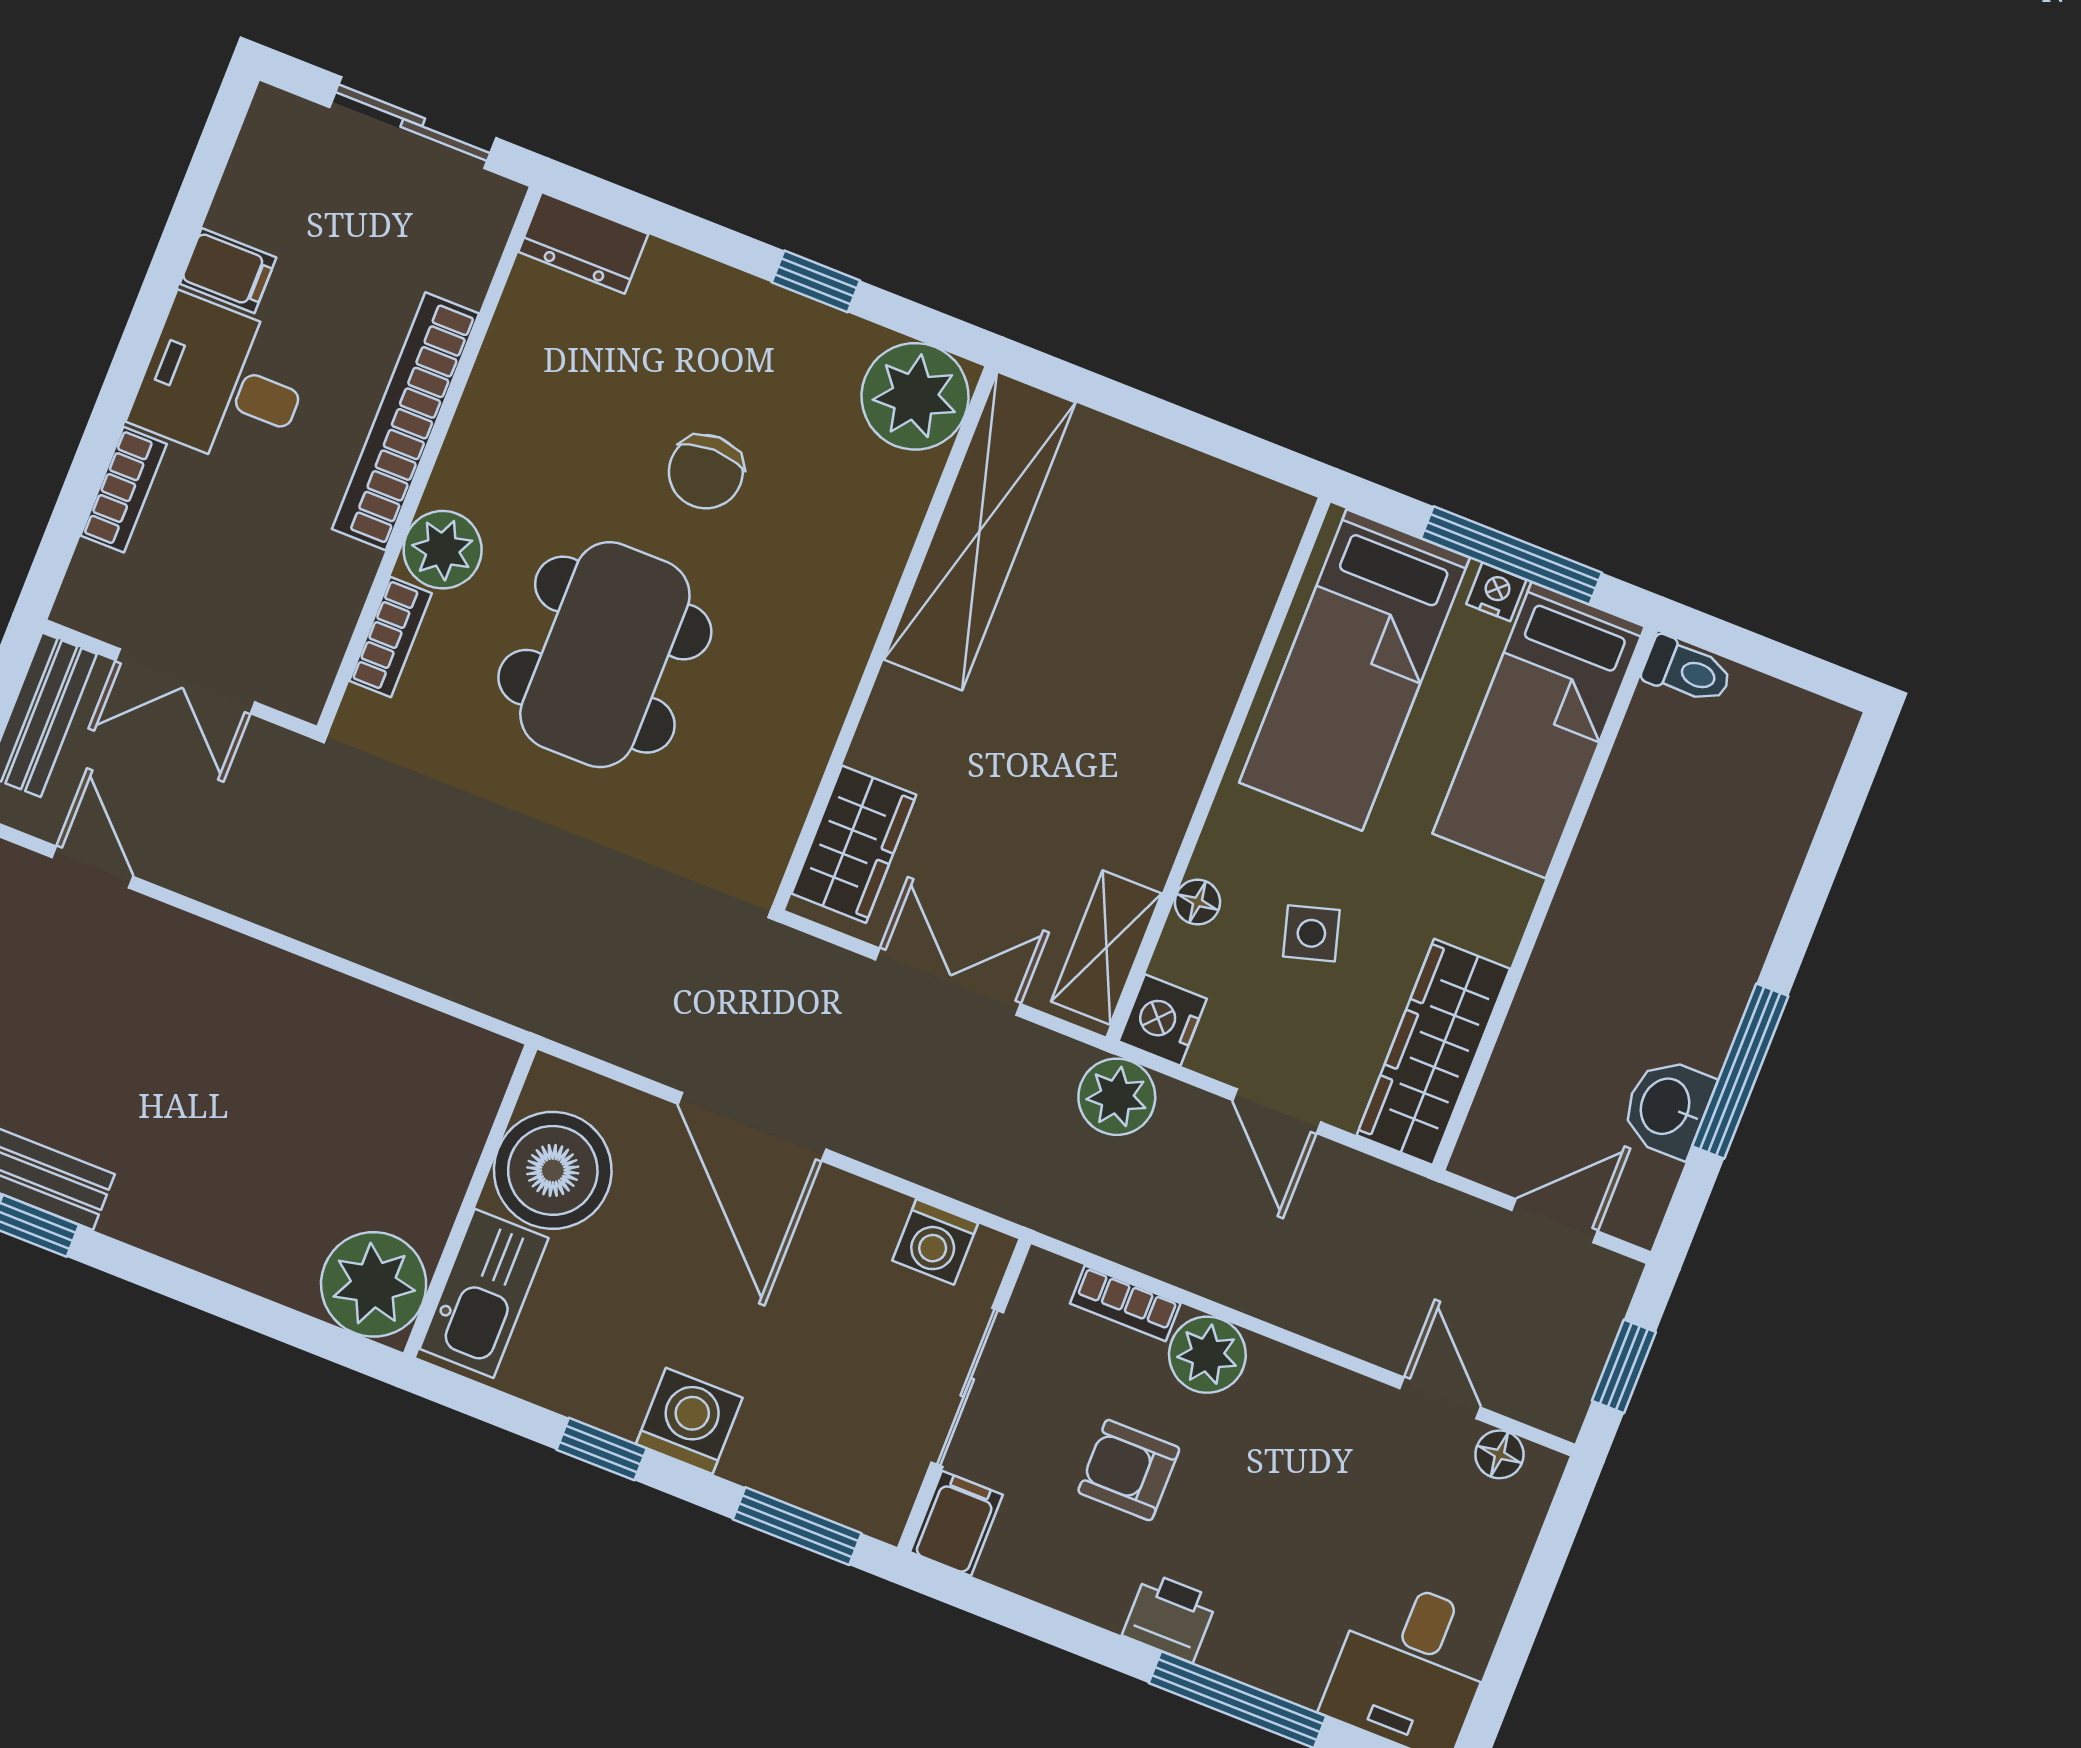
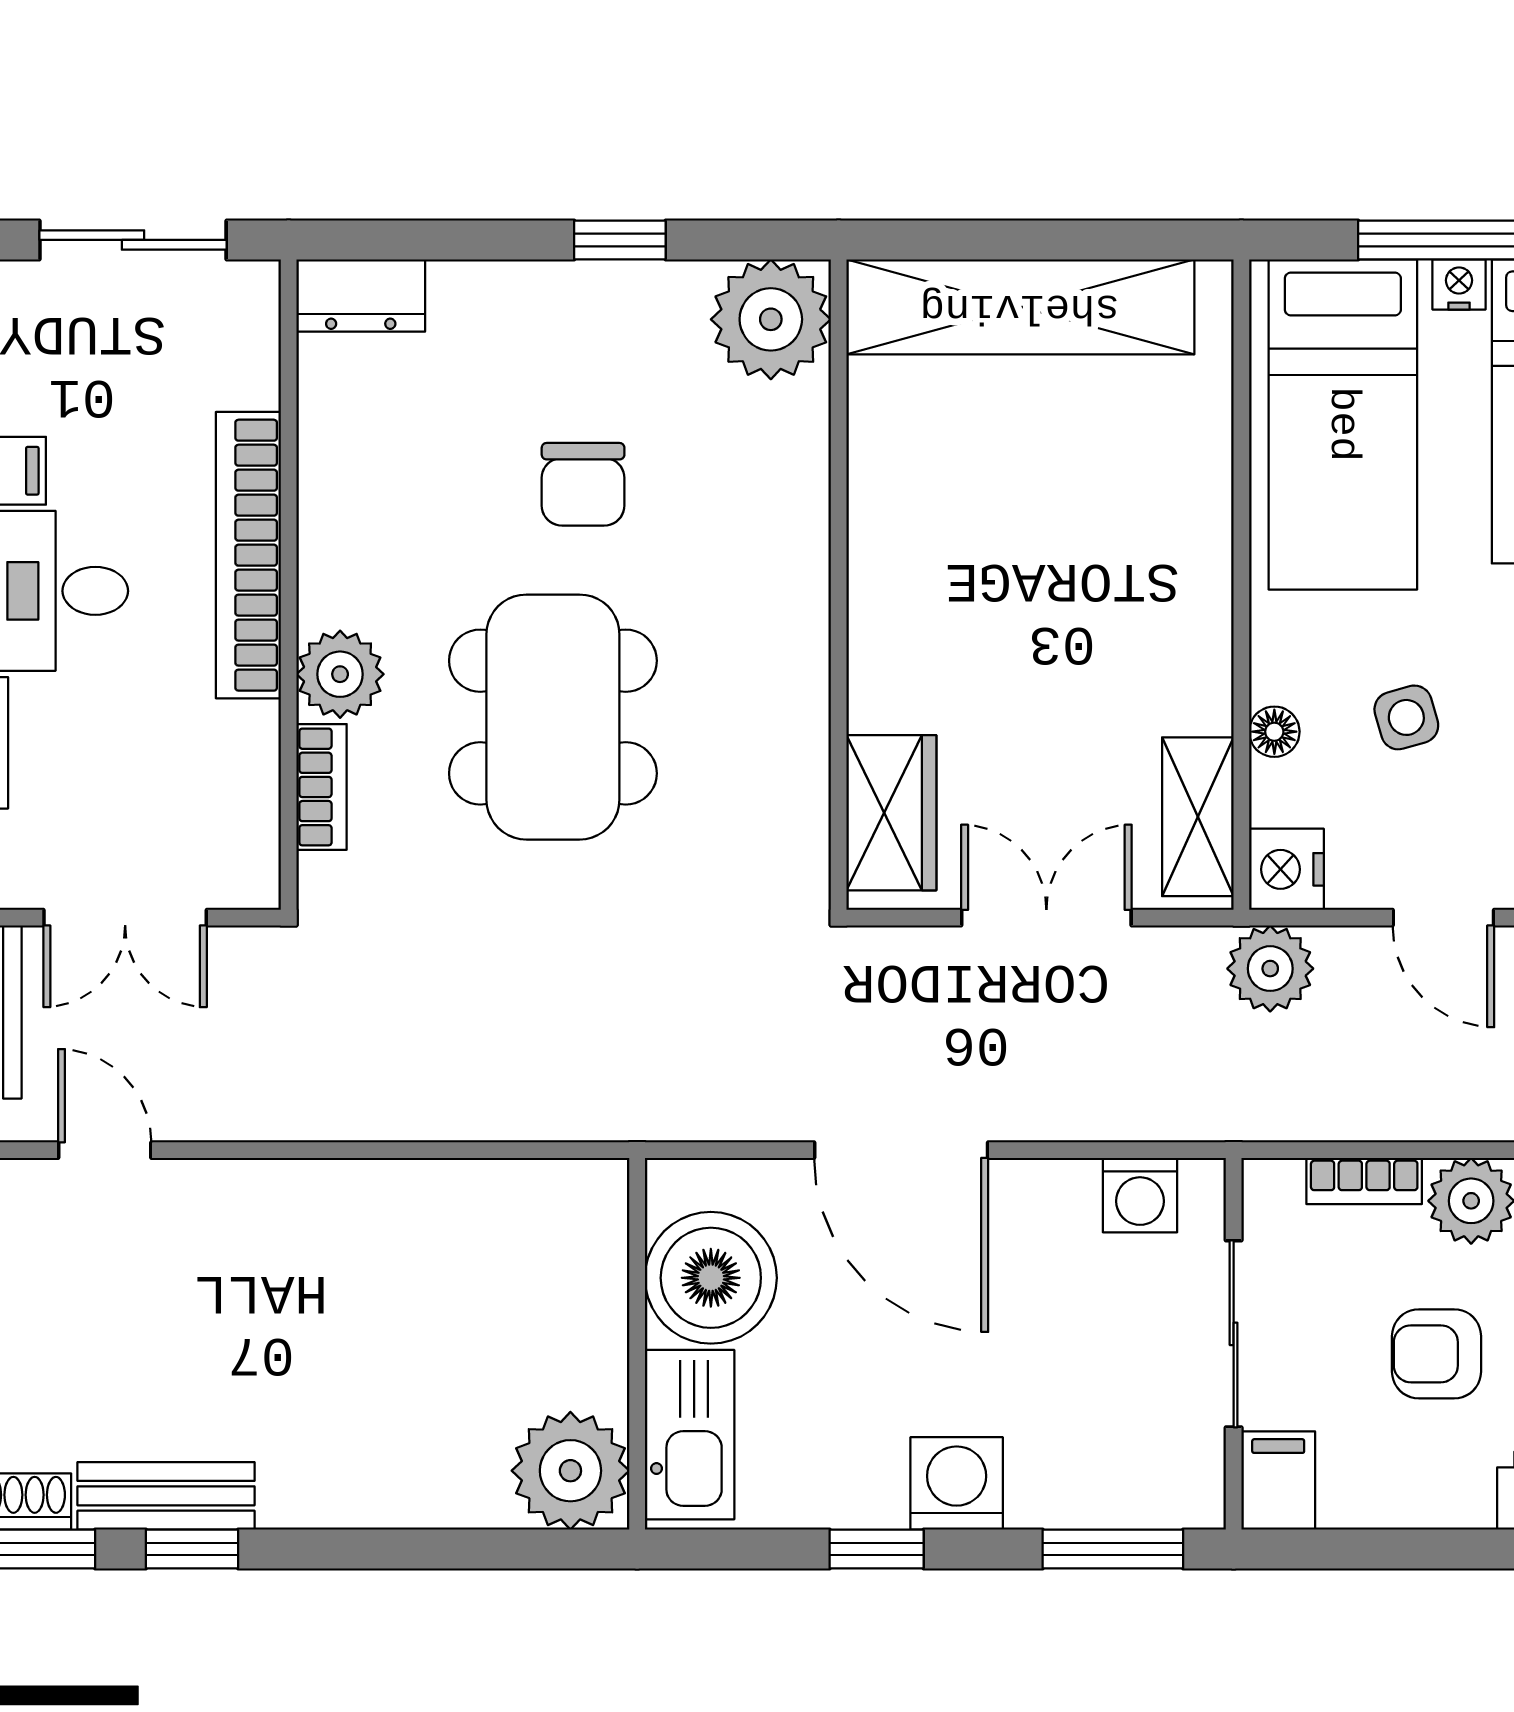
shelving: (980, 531) -> (1020, 307), moved, turned 90

